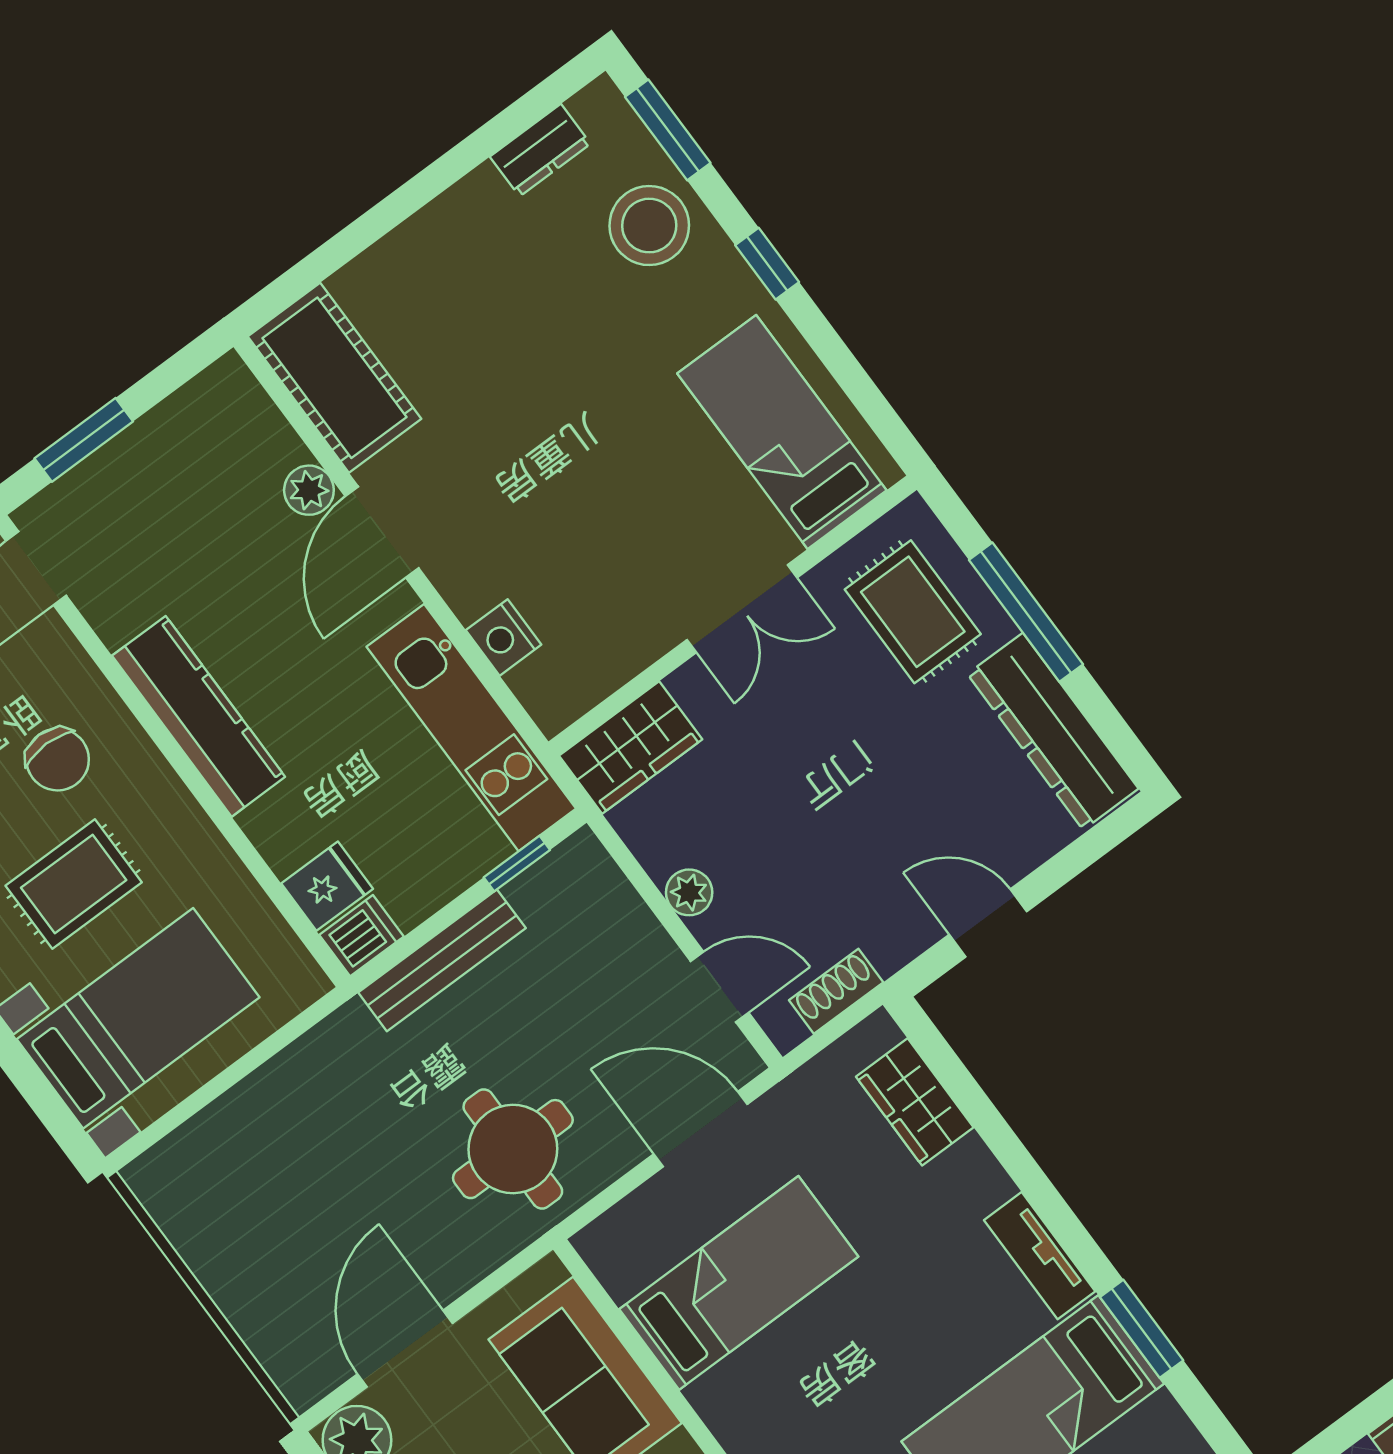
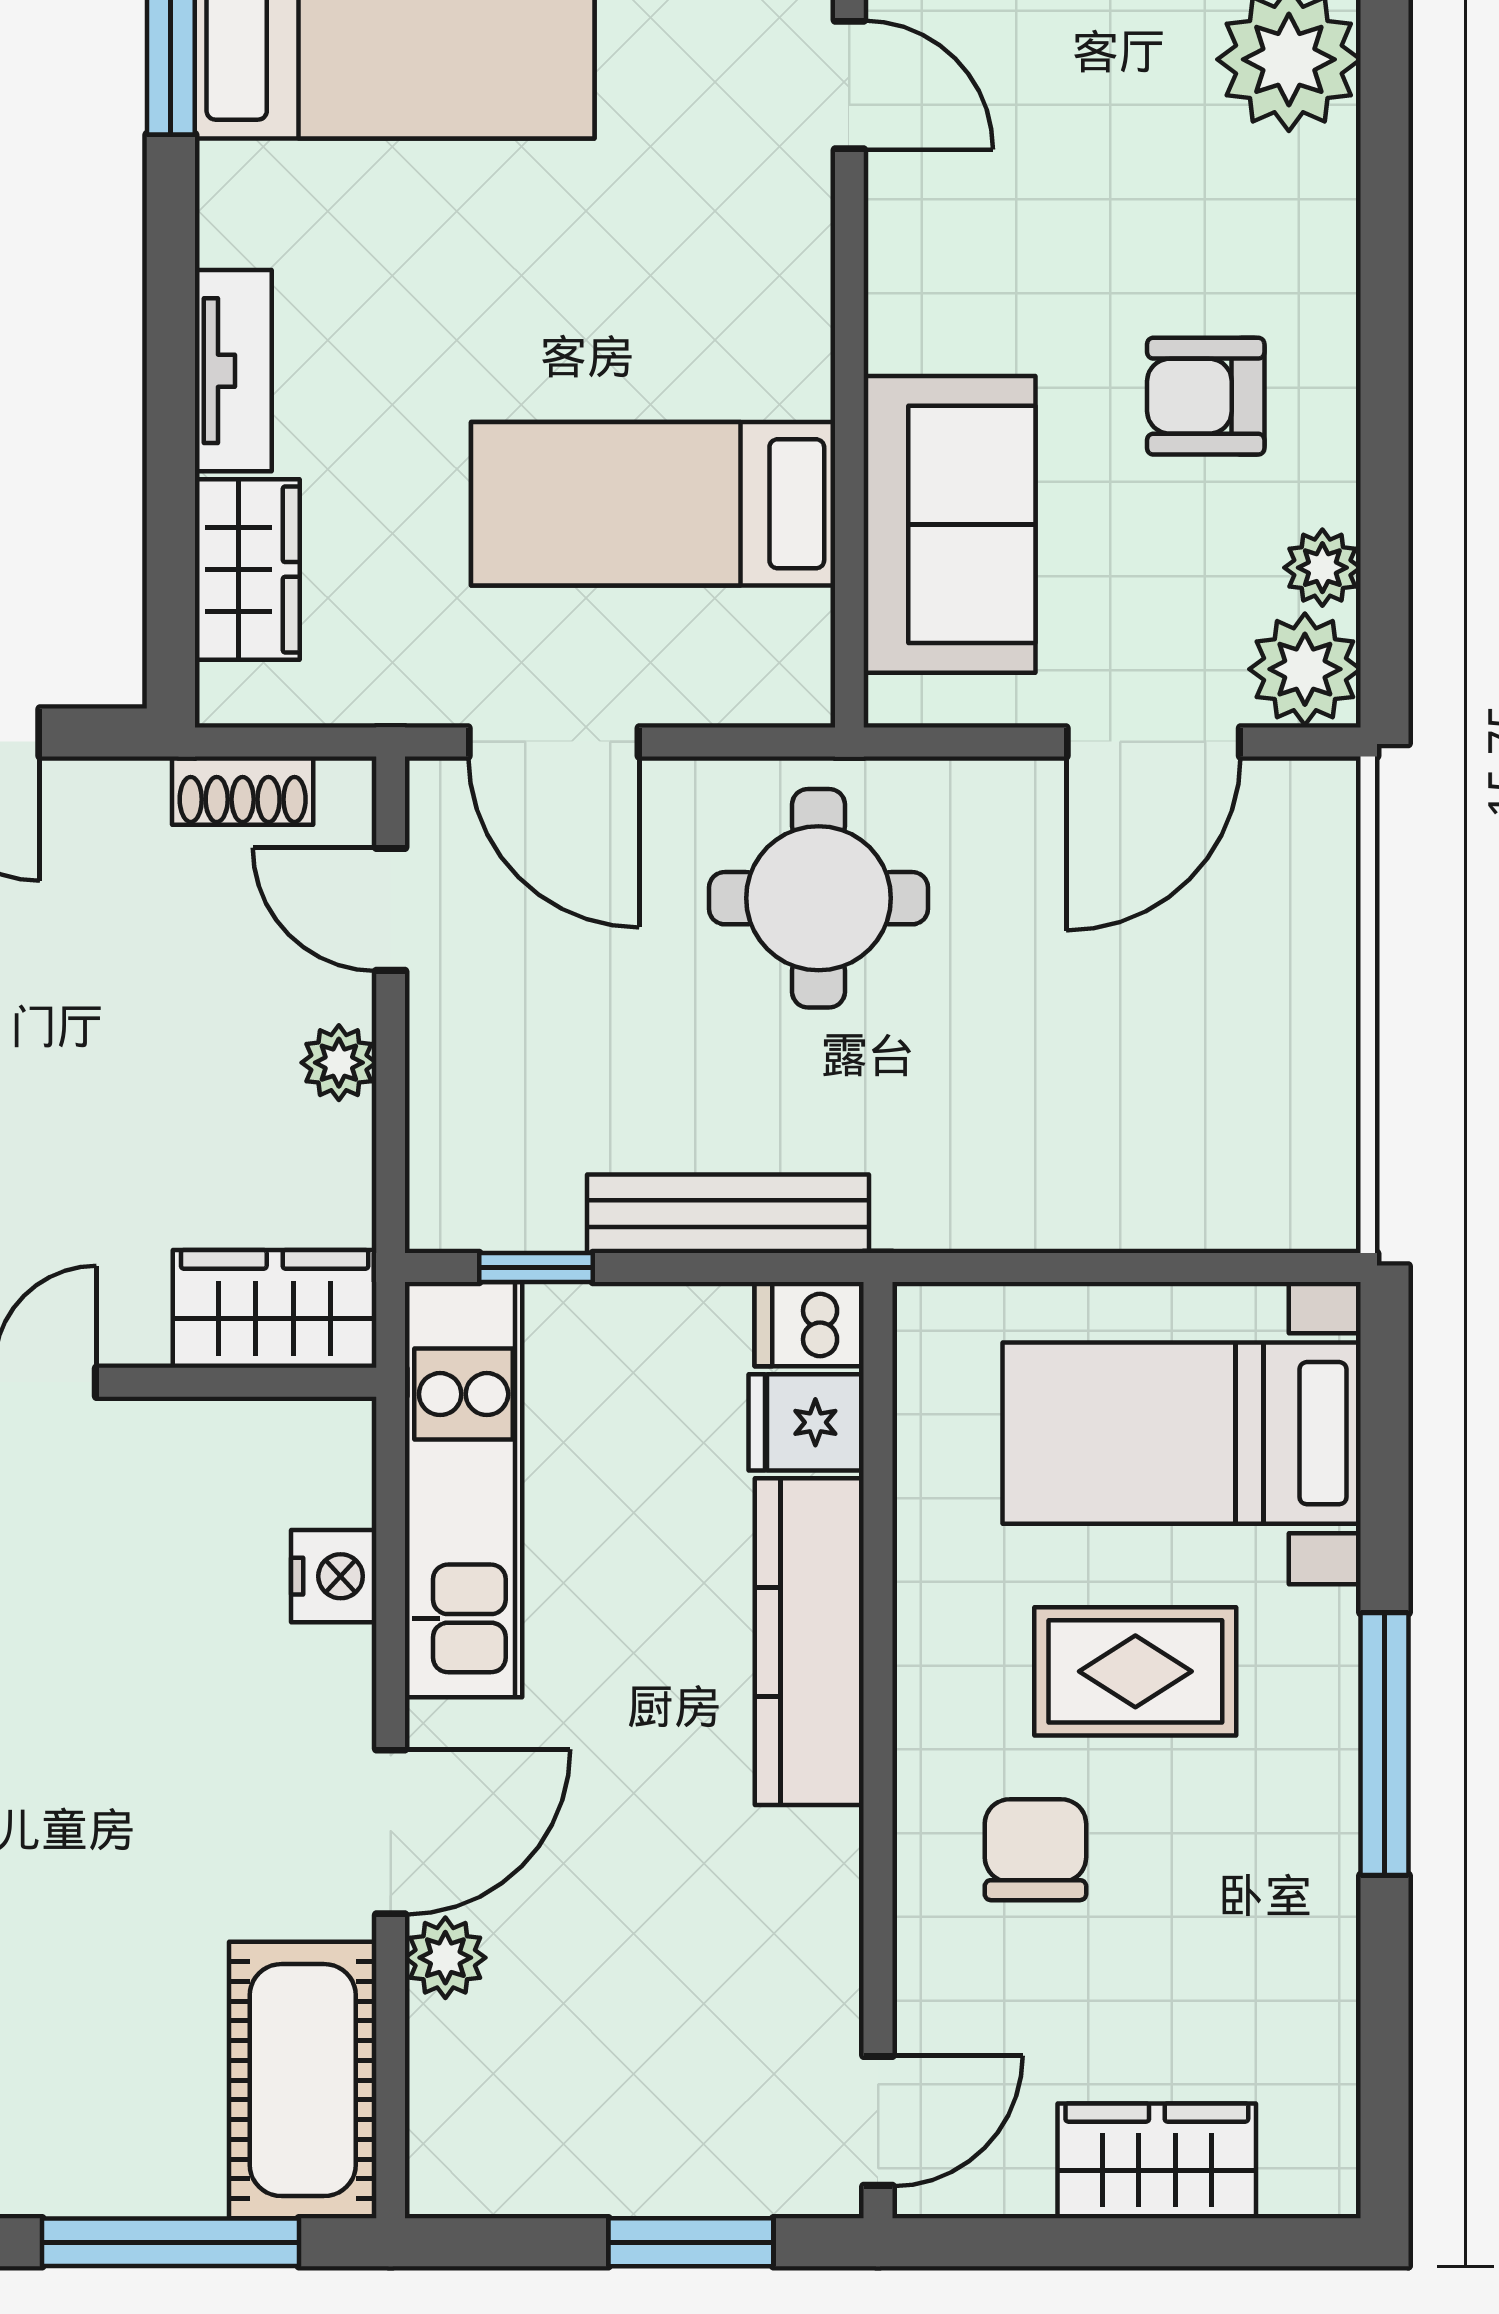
window: (340, 249) -> (170, 2242), added
kitchen counter: (199, 716) -> (809, 1642), moved
tv unit: (1040, 1256) -> (233, 371), moved

